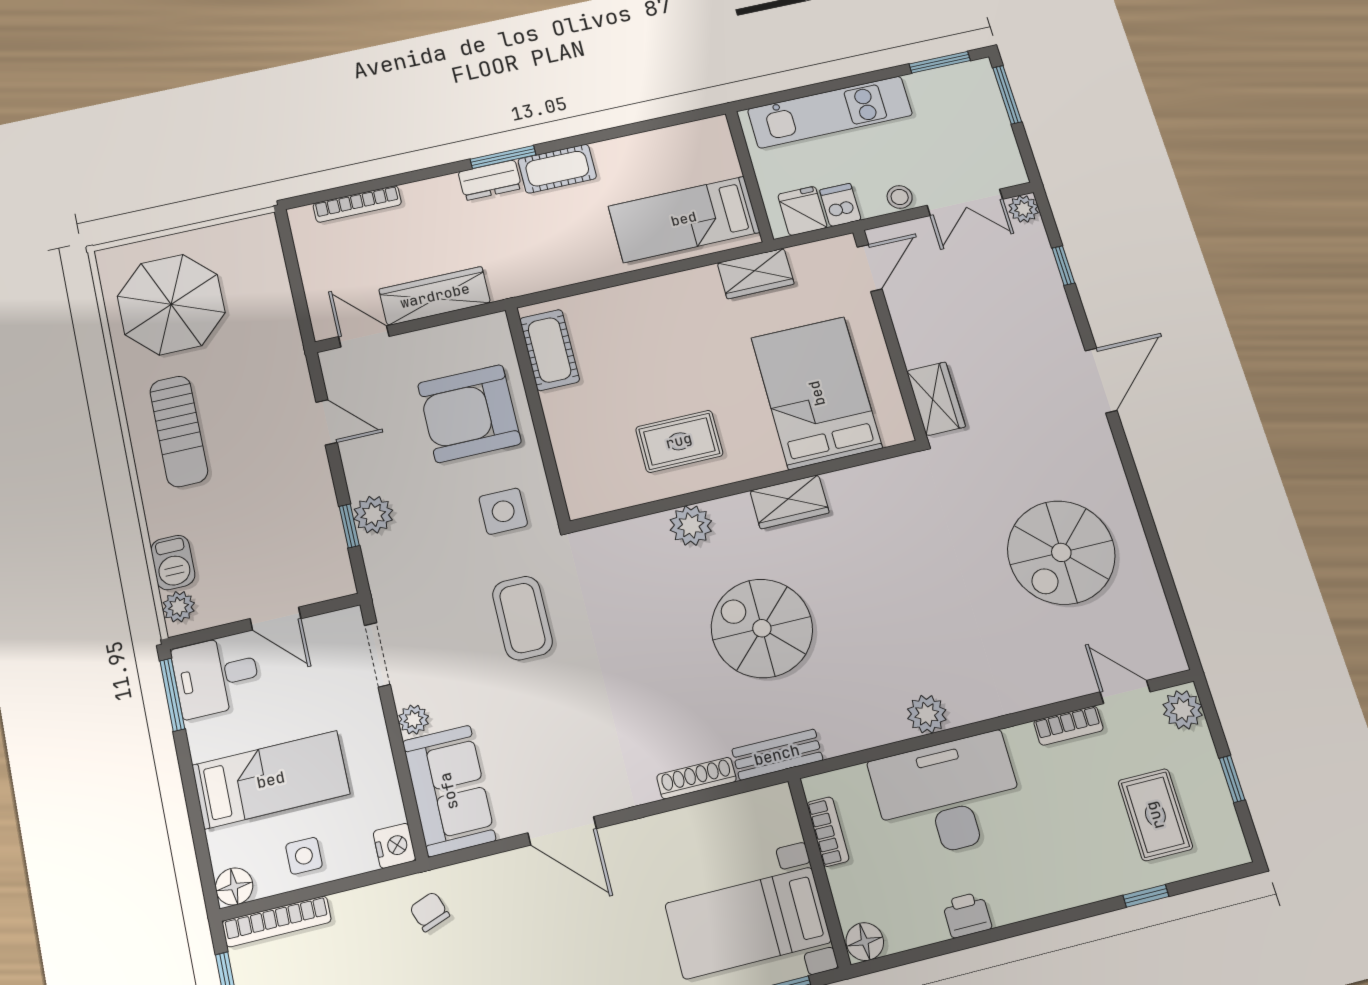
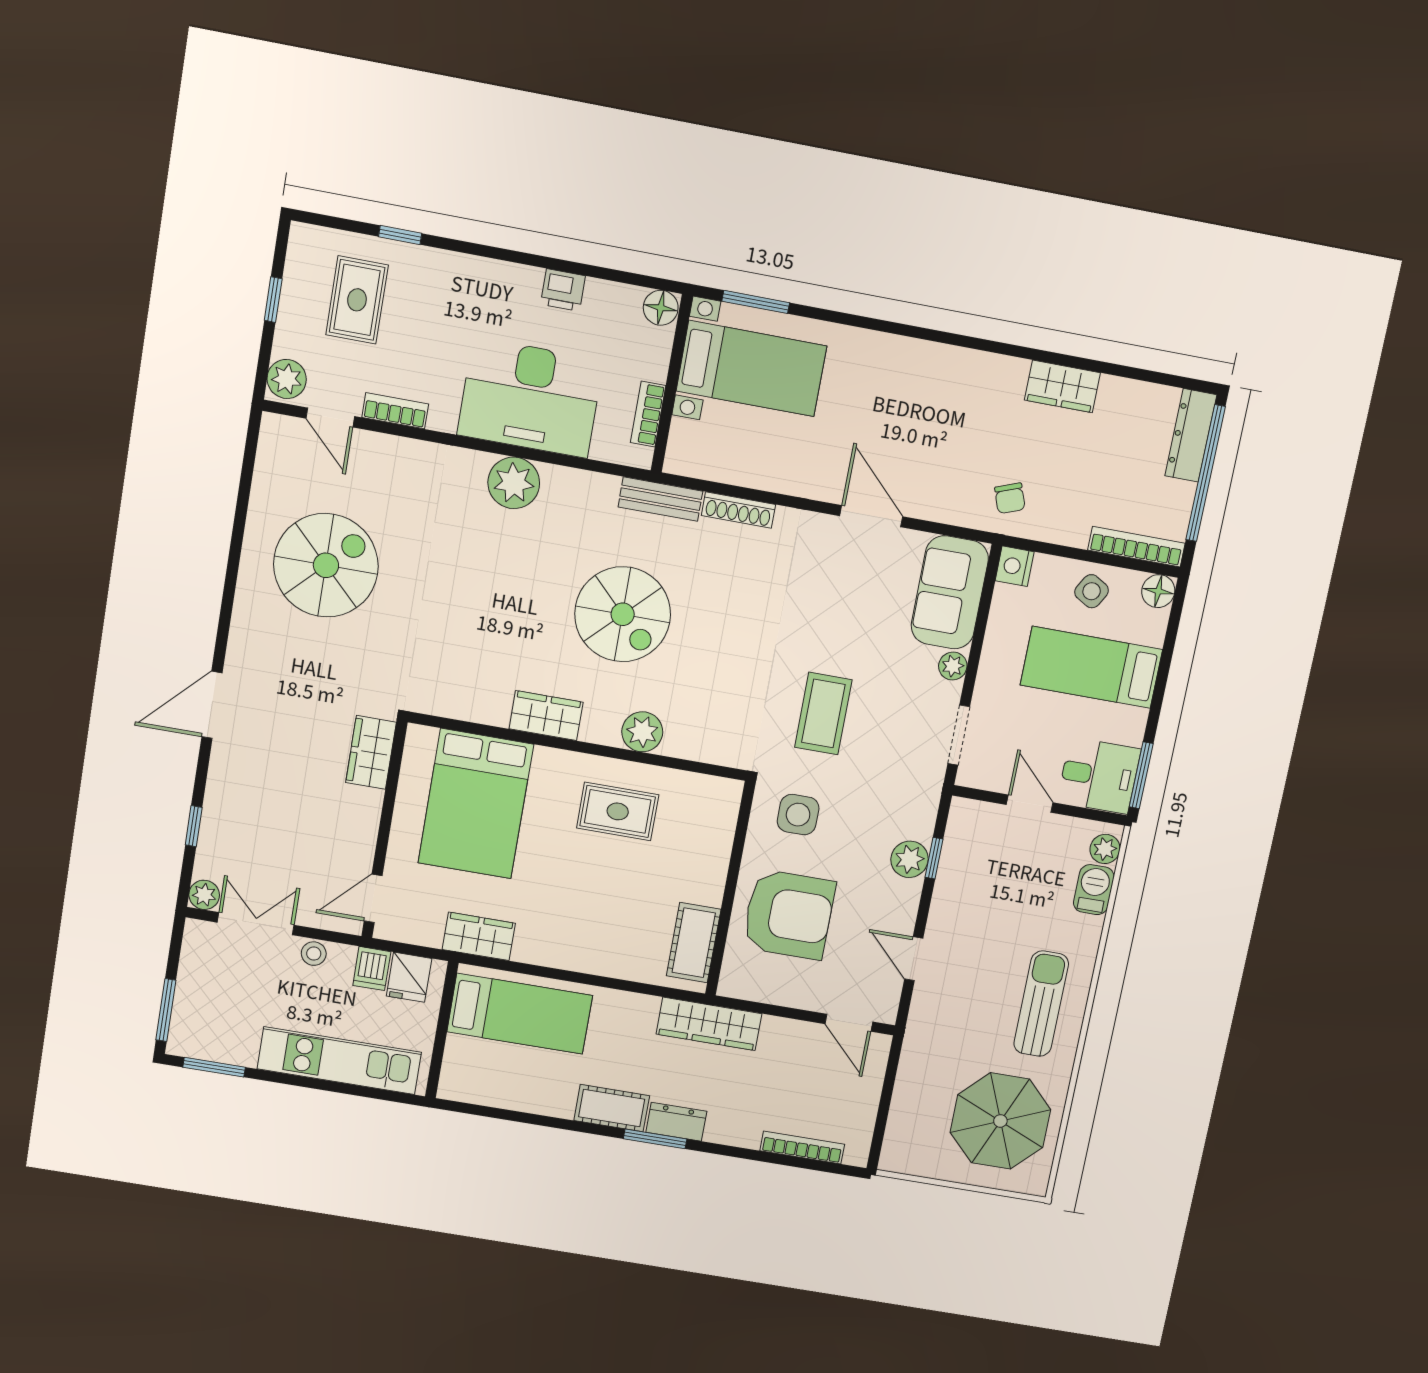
wardrobe: (435, 296) -> (709, 1024), moved
plant: (927, 714) -> (514, 483), width x1.36, depth x1.36
side table: (304, 856) -> (1092, 591), turned 30

